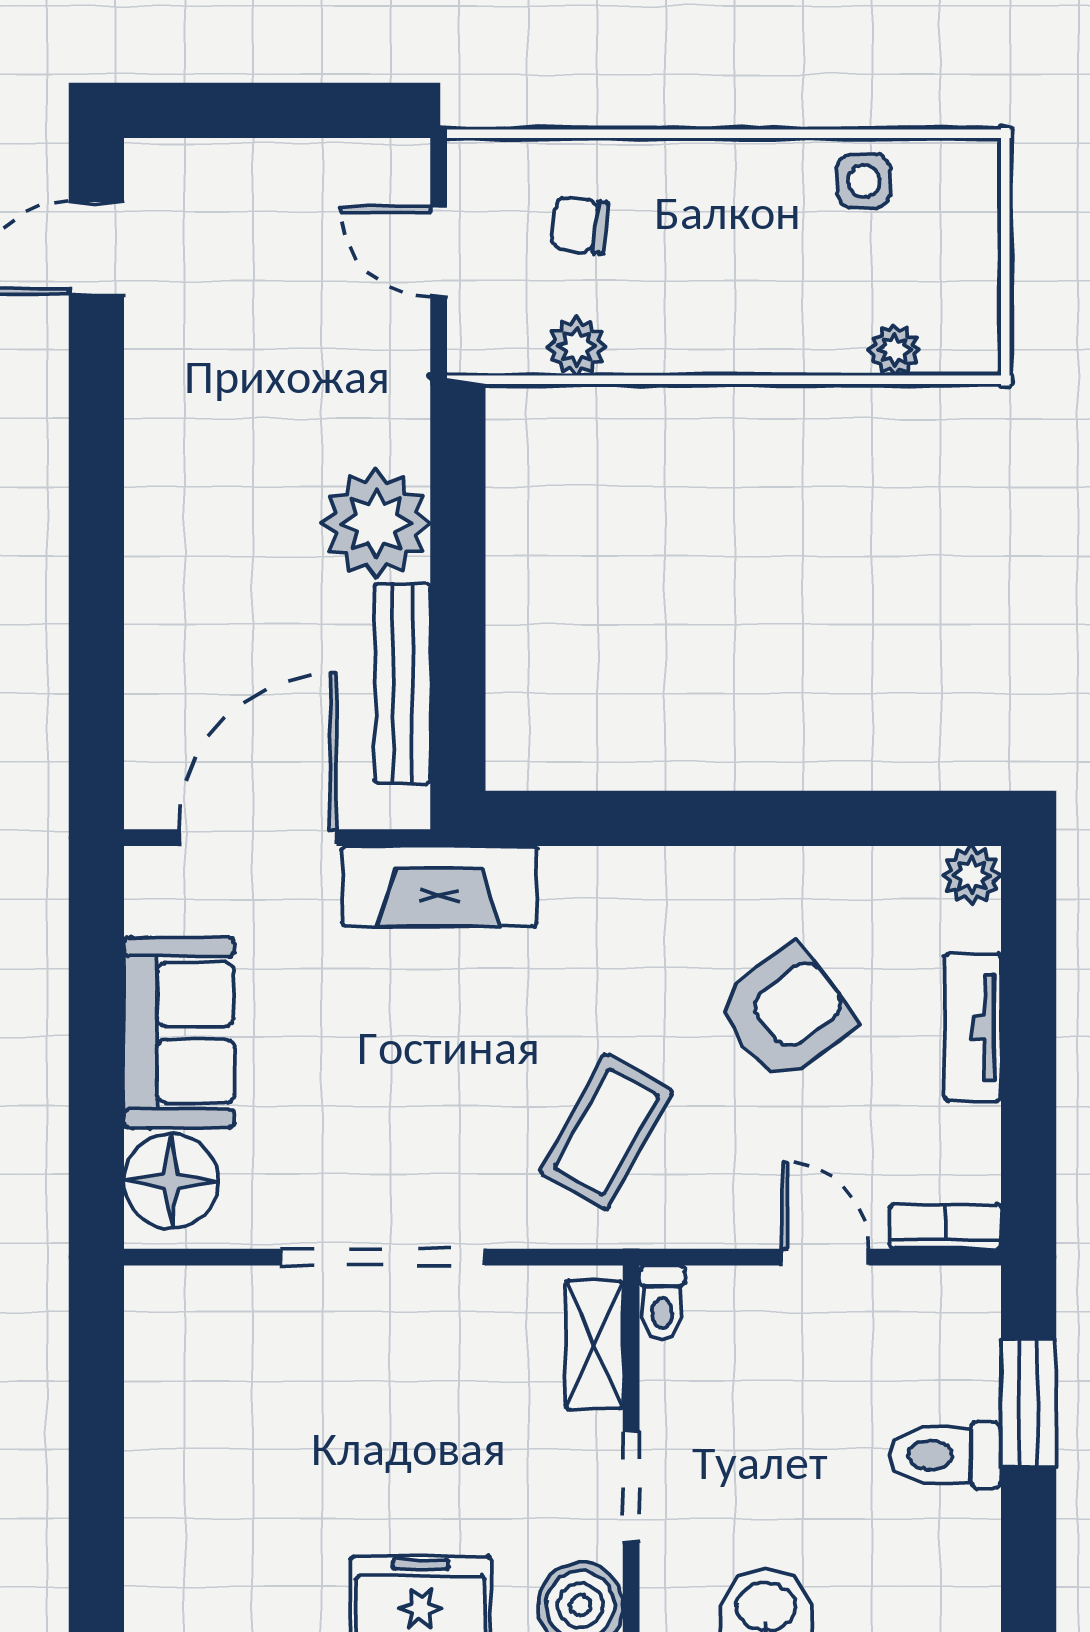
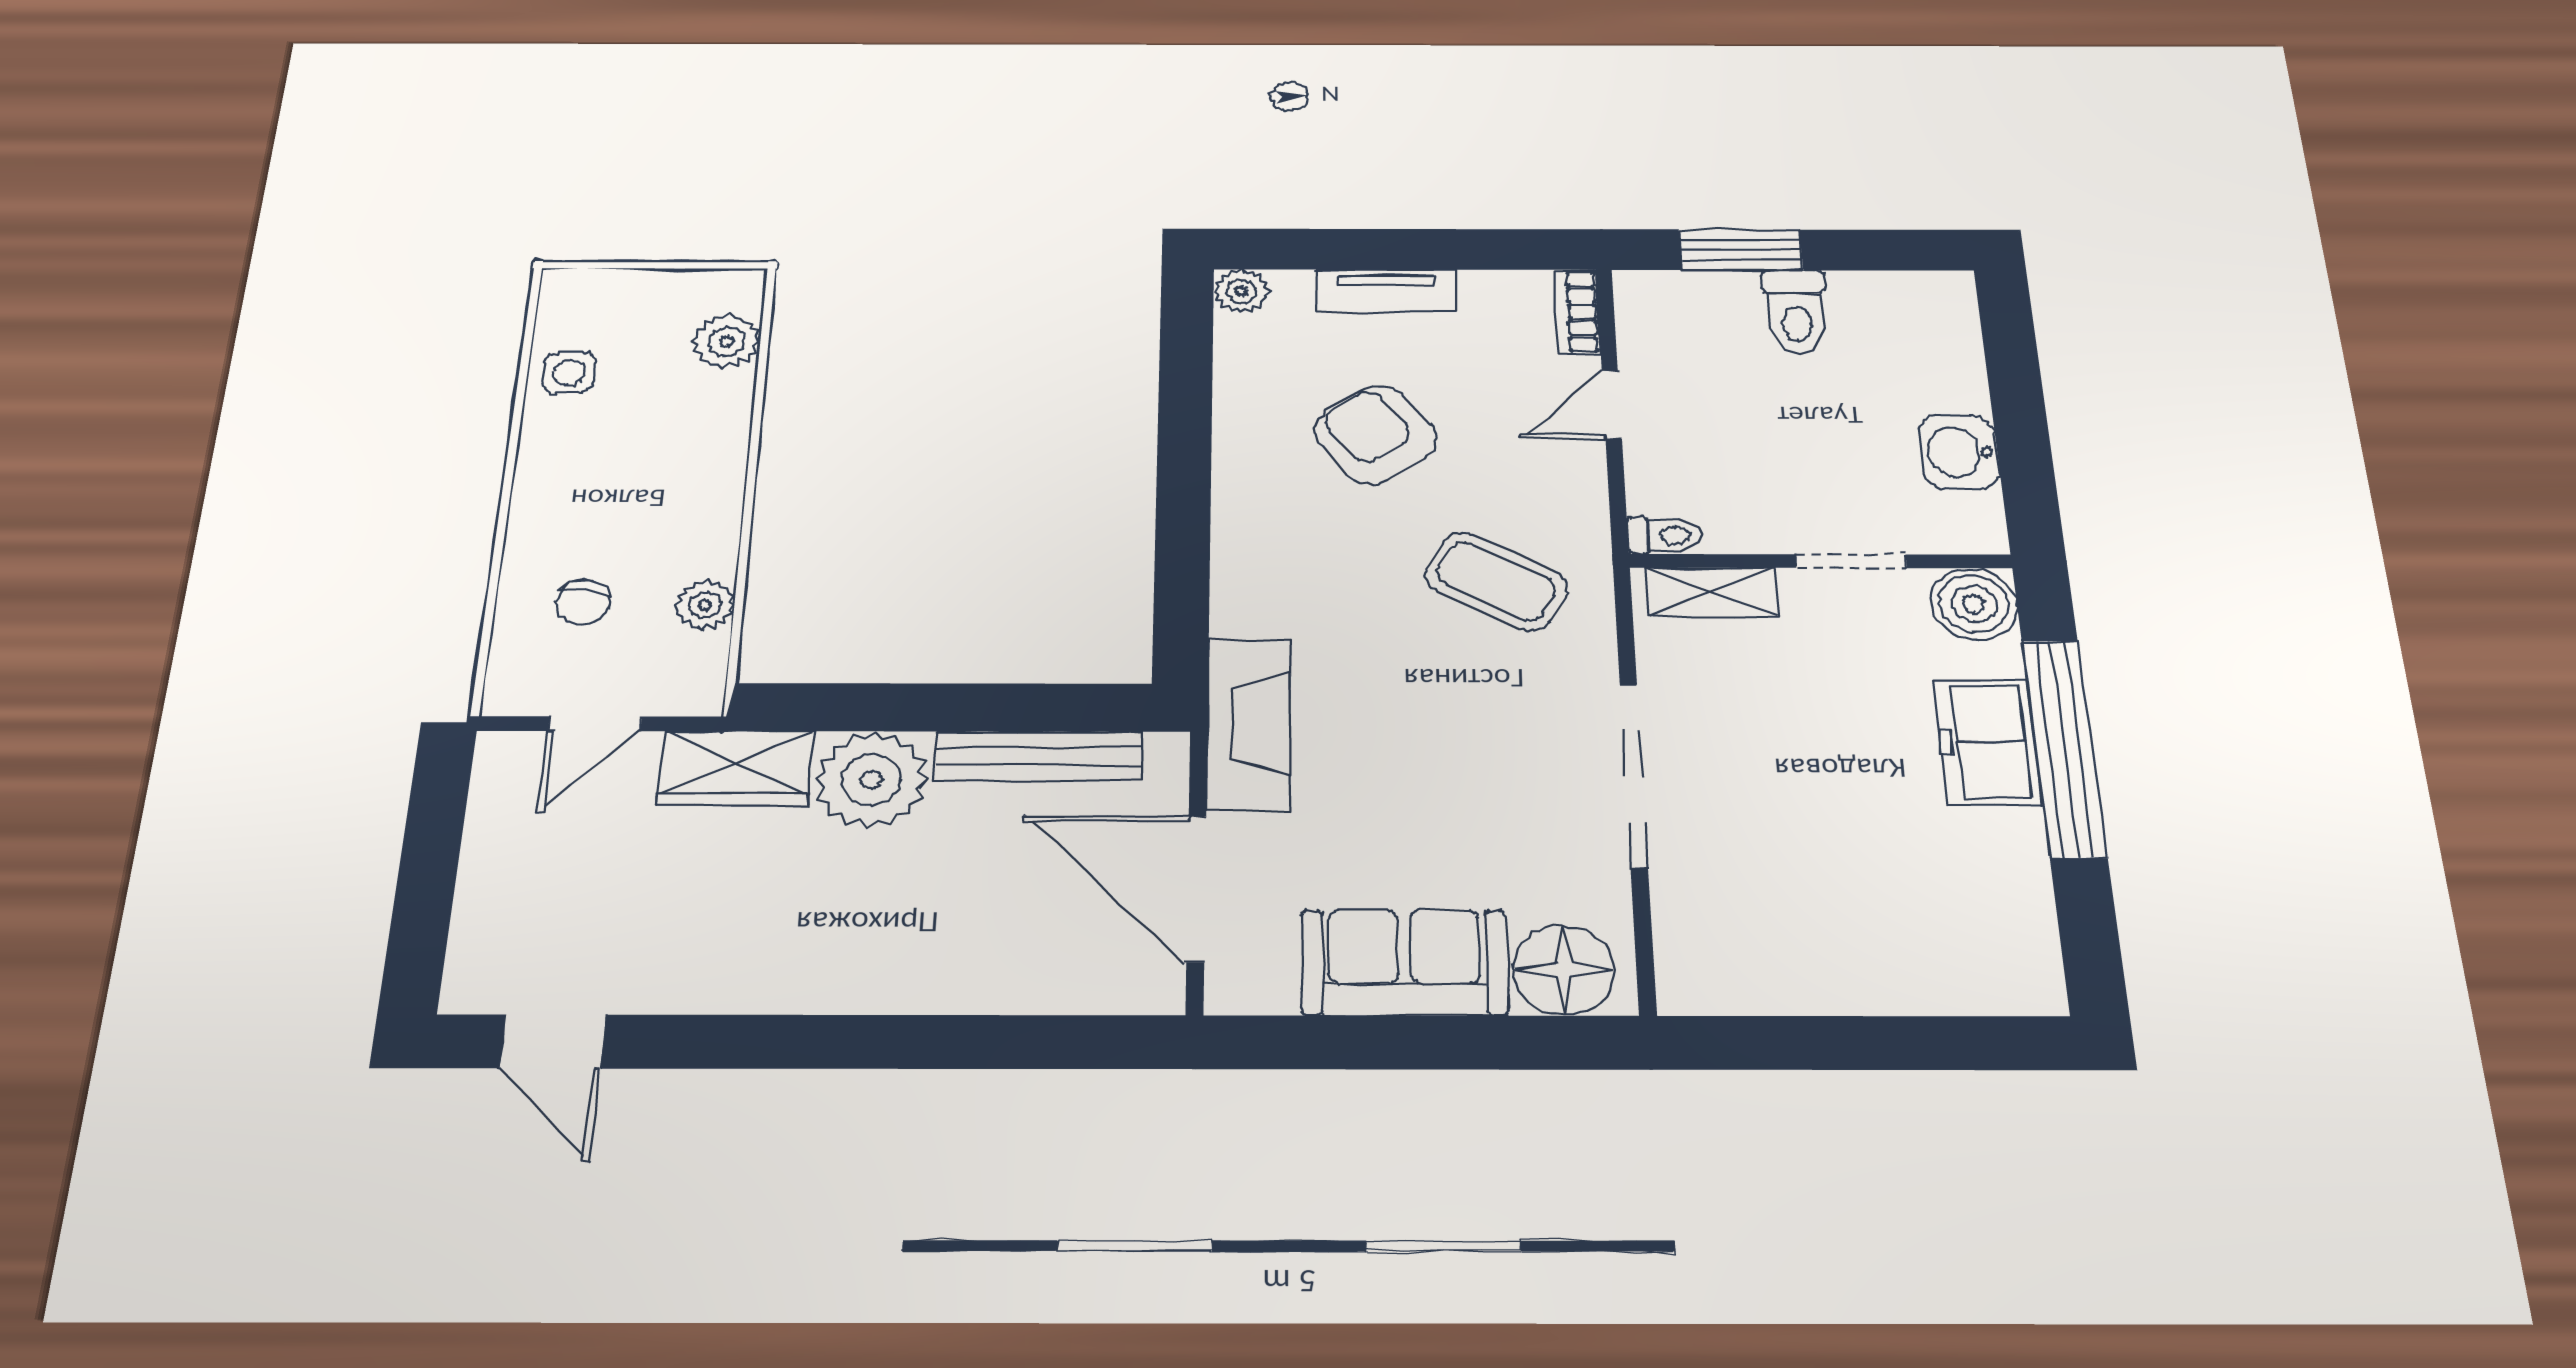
plant: (895, 350) -> (726, 342), width x1.38, depth x1.38
wardrobe: (389, 392) -> (735, 768), added

